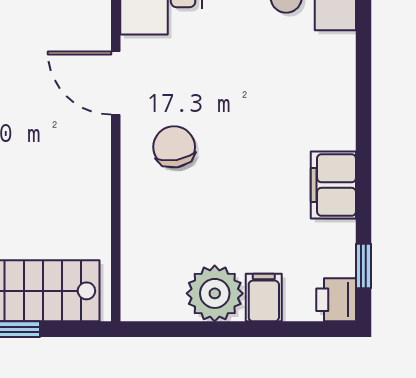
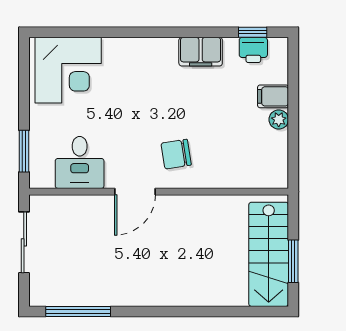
plant: (215, 293) -> (279, 120), width x0.53, depth x0.53
printer: (336, 300) -> (253, 50), moved

